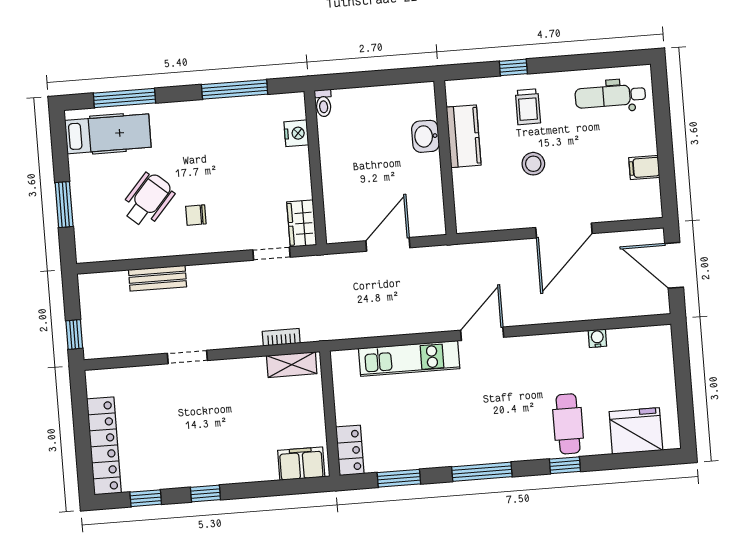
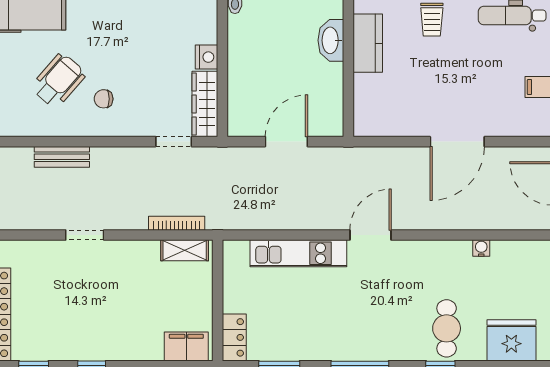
nightstand: (296, 133) -> (207, 57), moved
washbasin: (425, 136) -> (331, 40), width x1.38
stool: (533, 164) -> (433, 75), removed
wardrobe: (302, 223) -> (205, 104), width x1.50
bookcase: (281, 337) -> (177, 223), width x1.56

